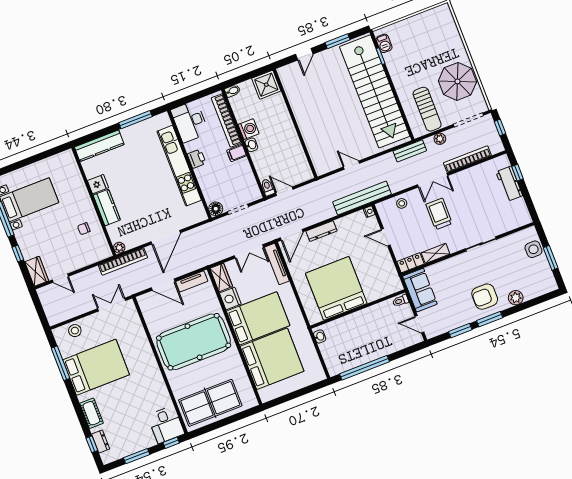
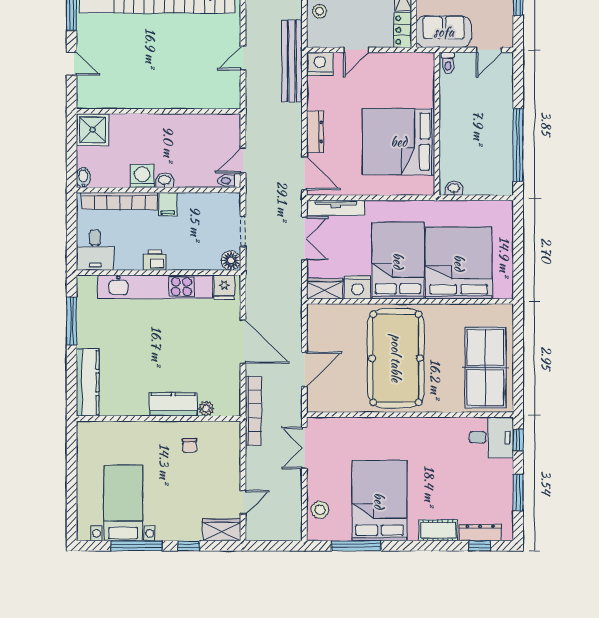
desk: (190, 122) -> (95, 250), width x0.73
fridge: (98, 184) -> (224, 287), moved, turned 180
nightstand: (369, 212) -> (320, 64), width x1.89, depth x1.79
plant: (119, 248) -> (206, 408), moved
tv unit: (192, 281) -> (315, 330), removed
dresser: (101, 441) -> (480, 533), width x1.44

